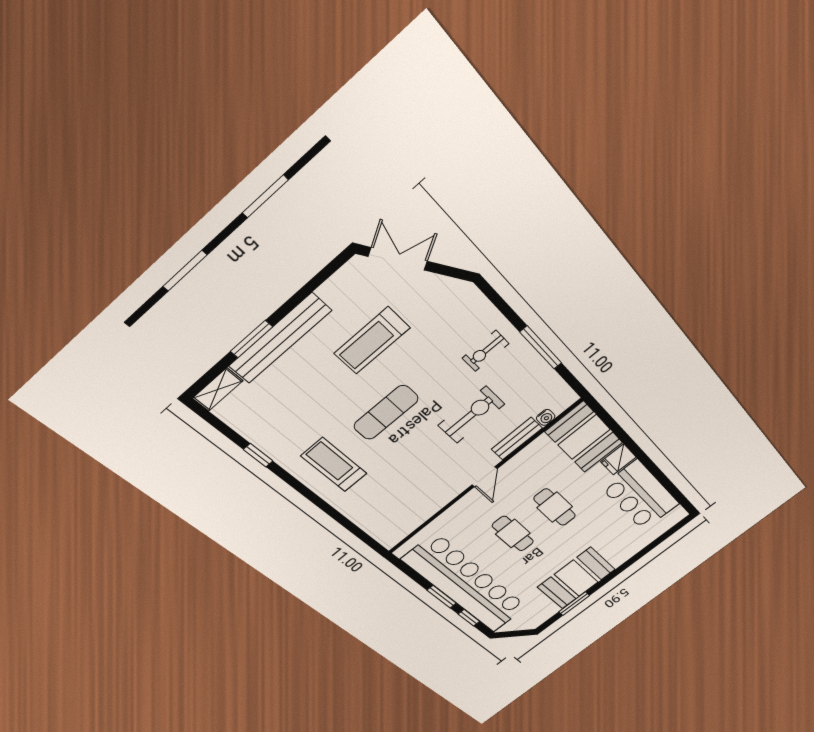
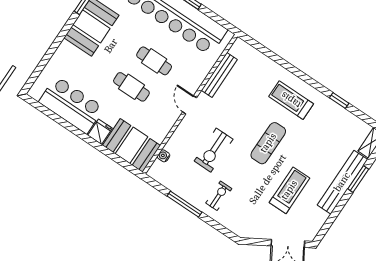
bench: (517, 439) -> (219, 75), moved, width x1.36
treadmill: (334, 465) -> (291, 100), turned 180

